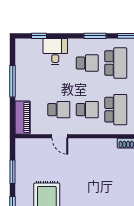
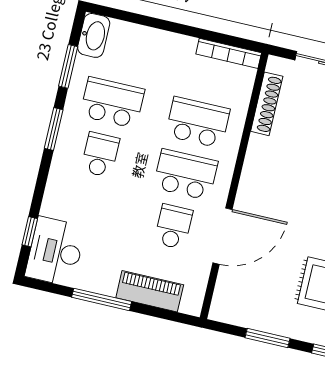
desk: (55, 52) -> (55, 251), moved, width x1.37
school desk: (87, 110) -> (186, 174), width x1.85
piano: (23, 118) -> (150, 291), moved
door: (60, 136) -> (223, 236), width x1.87

